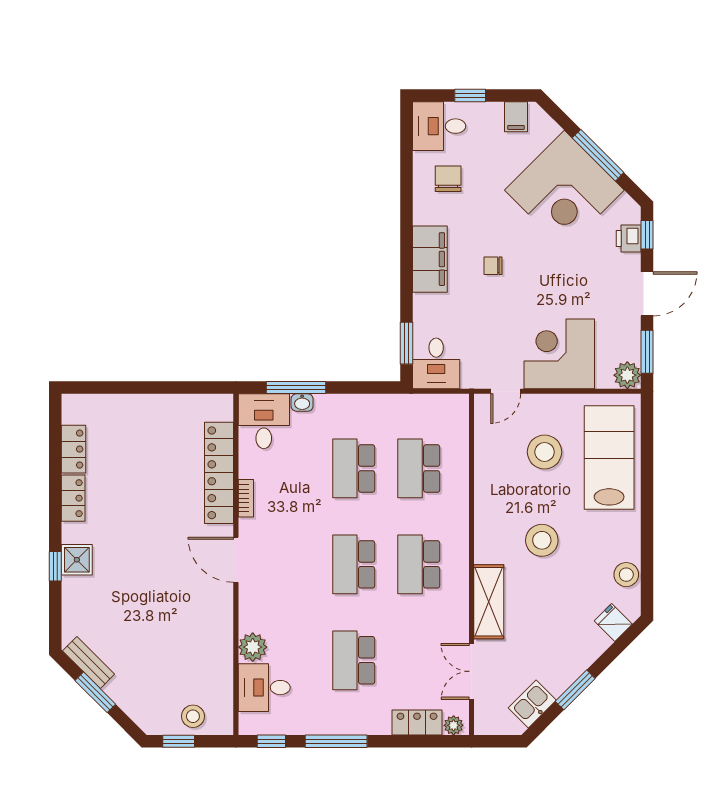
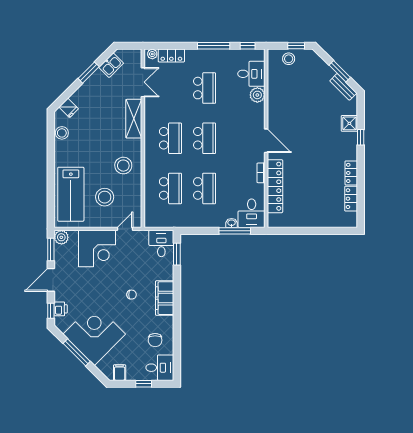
stool: (542, 540) -> (123, 166), moved
shower: (77, 560) -> (349, 123), moved

